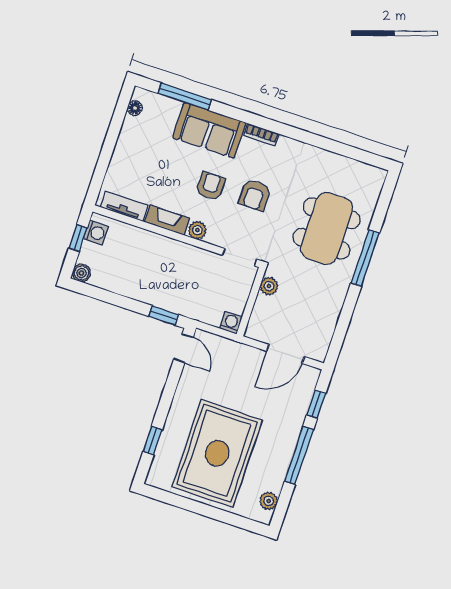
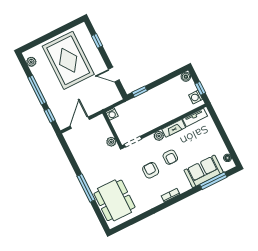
sofa: (209, 130) -> (204, 171), moved
dining table: (327, 228) -> (114, 200), moved
door: (183, 348) -> (114, 75), moved

